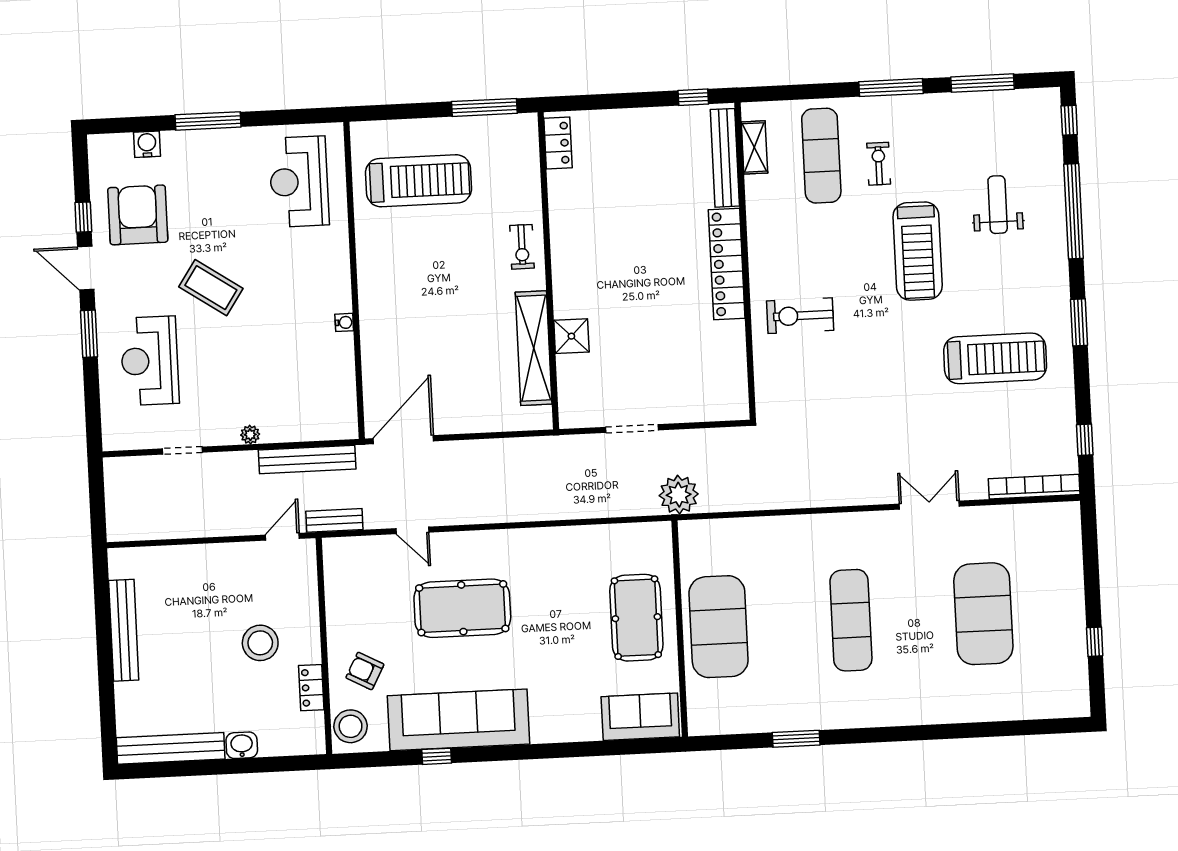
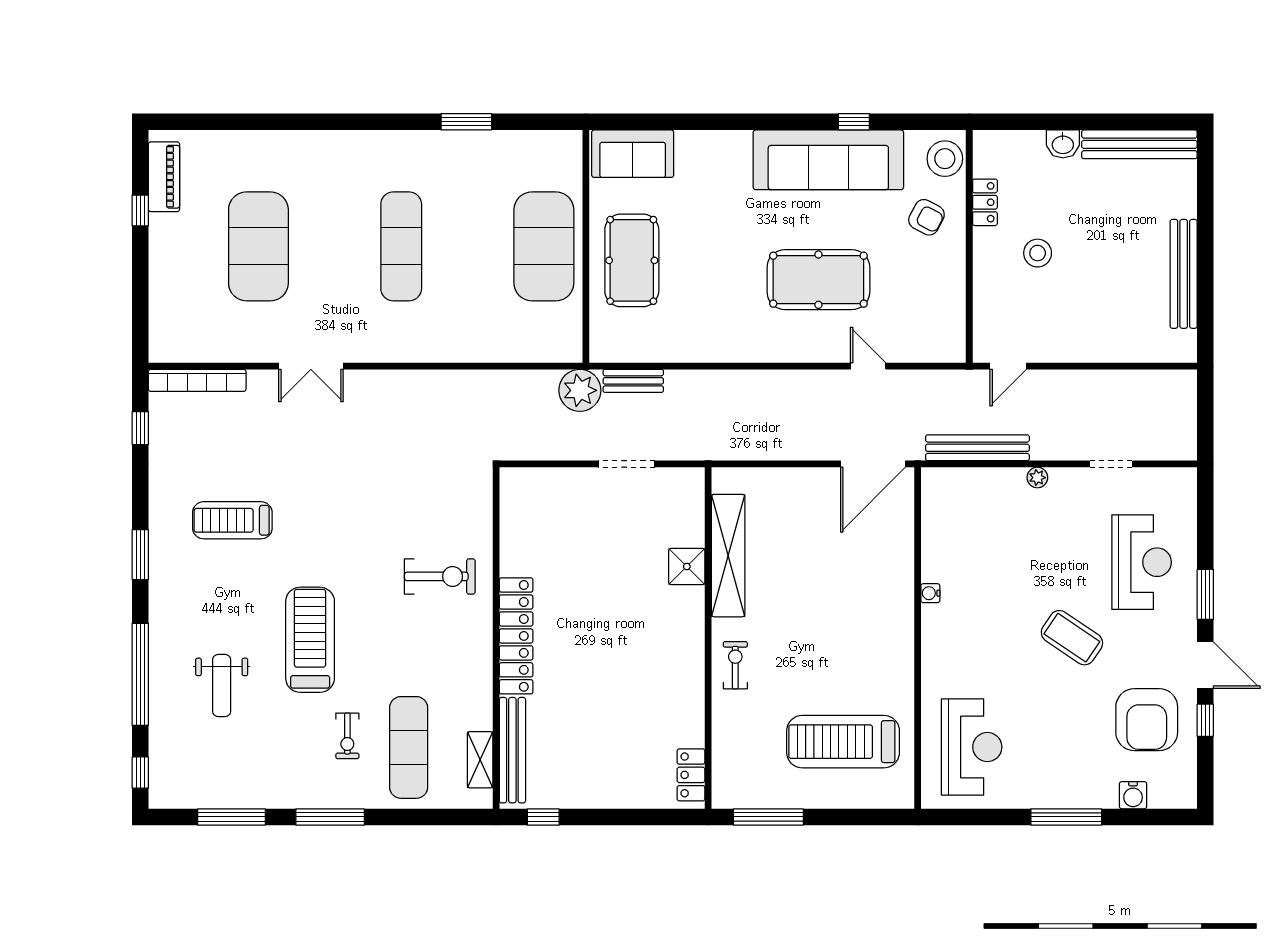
treadmill: (995, 358) -> (232, 520), width x0.73, depth x0.73
bench: (334, 520) -> (633, 381), moved
stool: (260, 643) -> (1038, 253), width x0.73, depth x0.73
piano: (1074, 674) -> (164, 177), added

